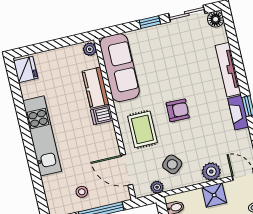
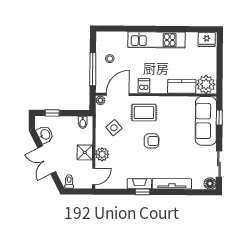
window: (150, 22) -> (219, 118), moved
plant: (90, 49) -> (206, 84), width x1.88, depth x1.88
sofa: (119, 68) -> (206, 121), moved, turned 90
armchair: (178, 110) -> (152, 141), turned -91
dishwasher: (102, 115) -> (144, 86), moved
plant: (157, 187) -> (100, 100), moved

